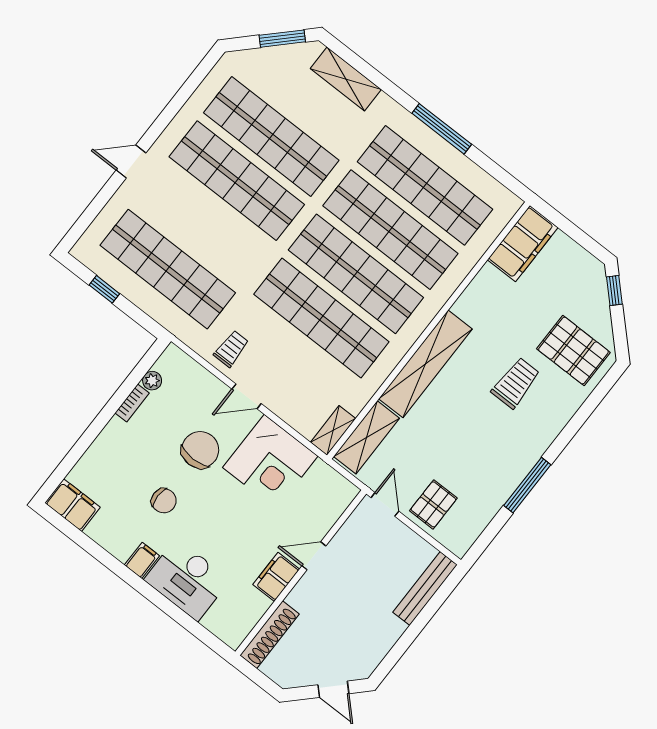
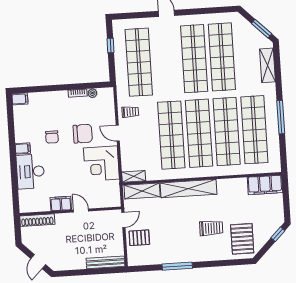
filing cabinet: (72, 505) -> (20, 99), width x0.50

